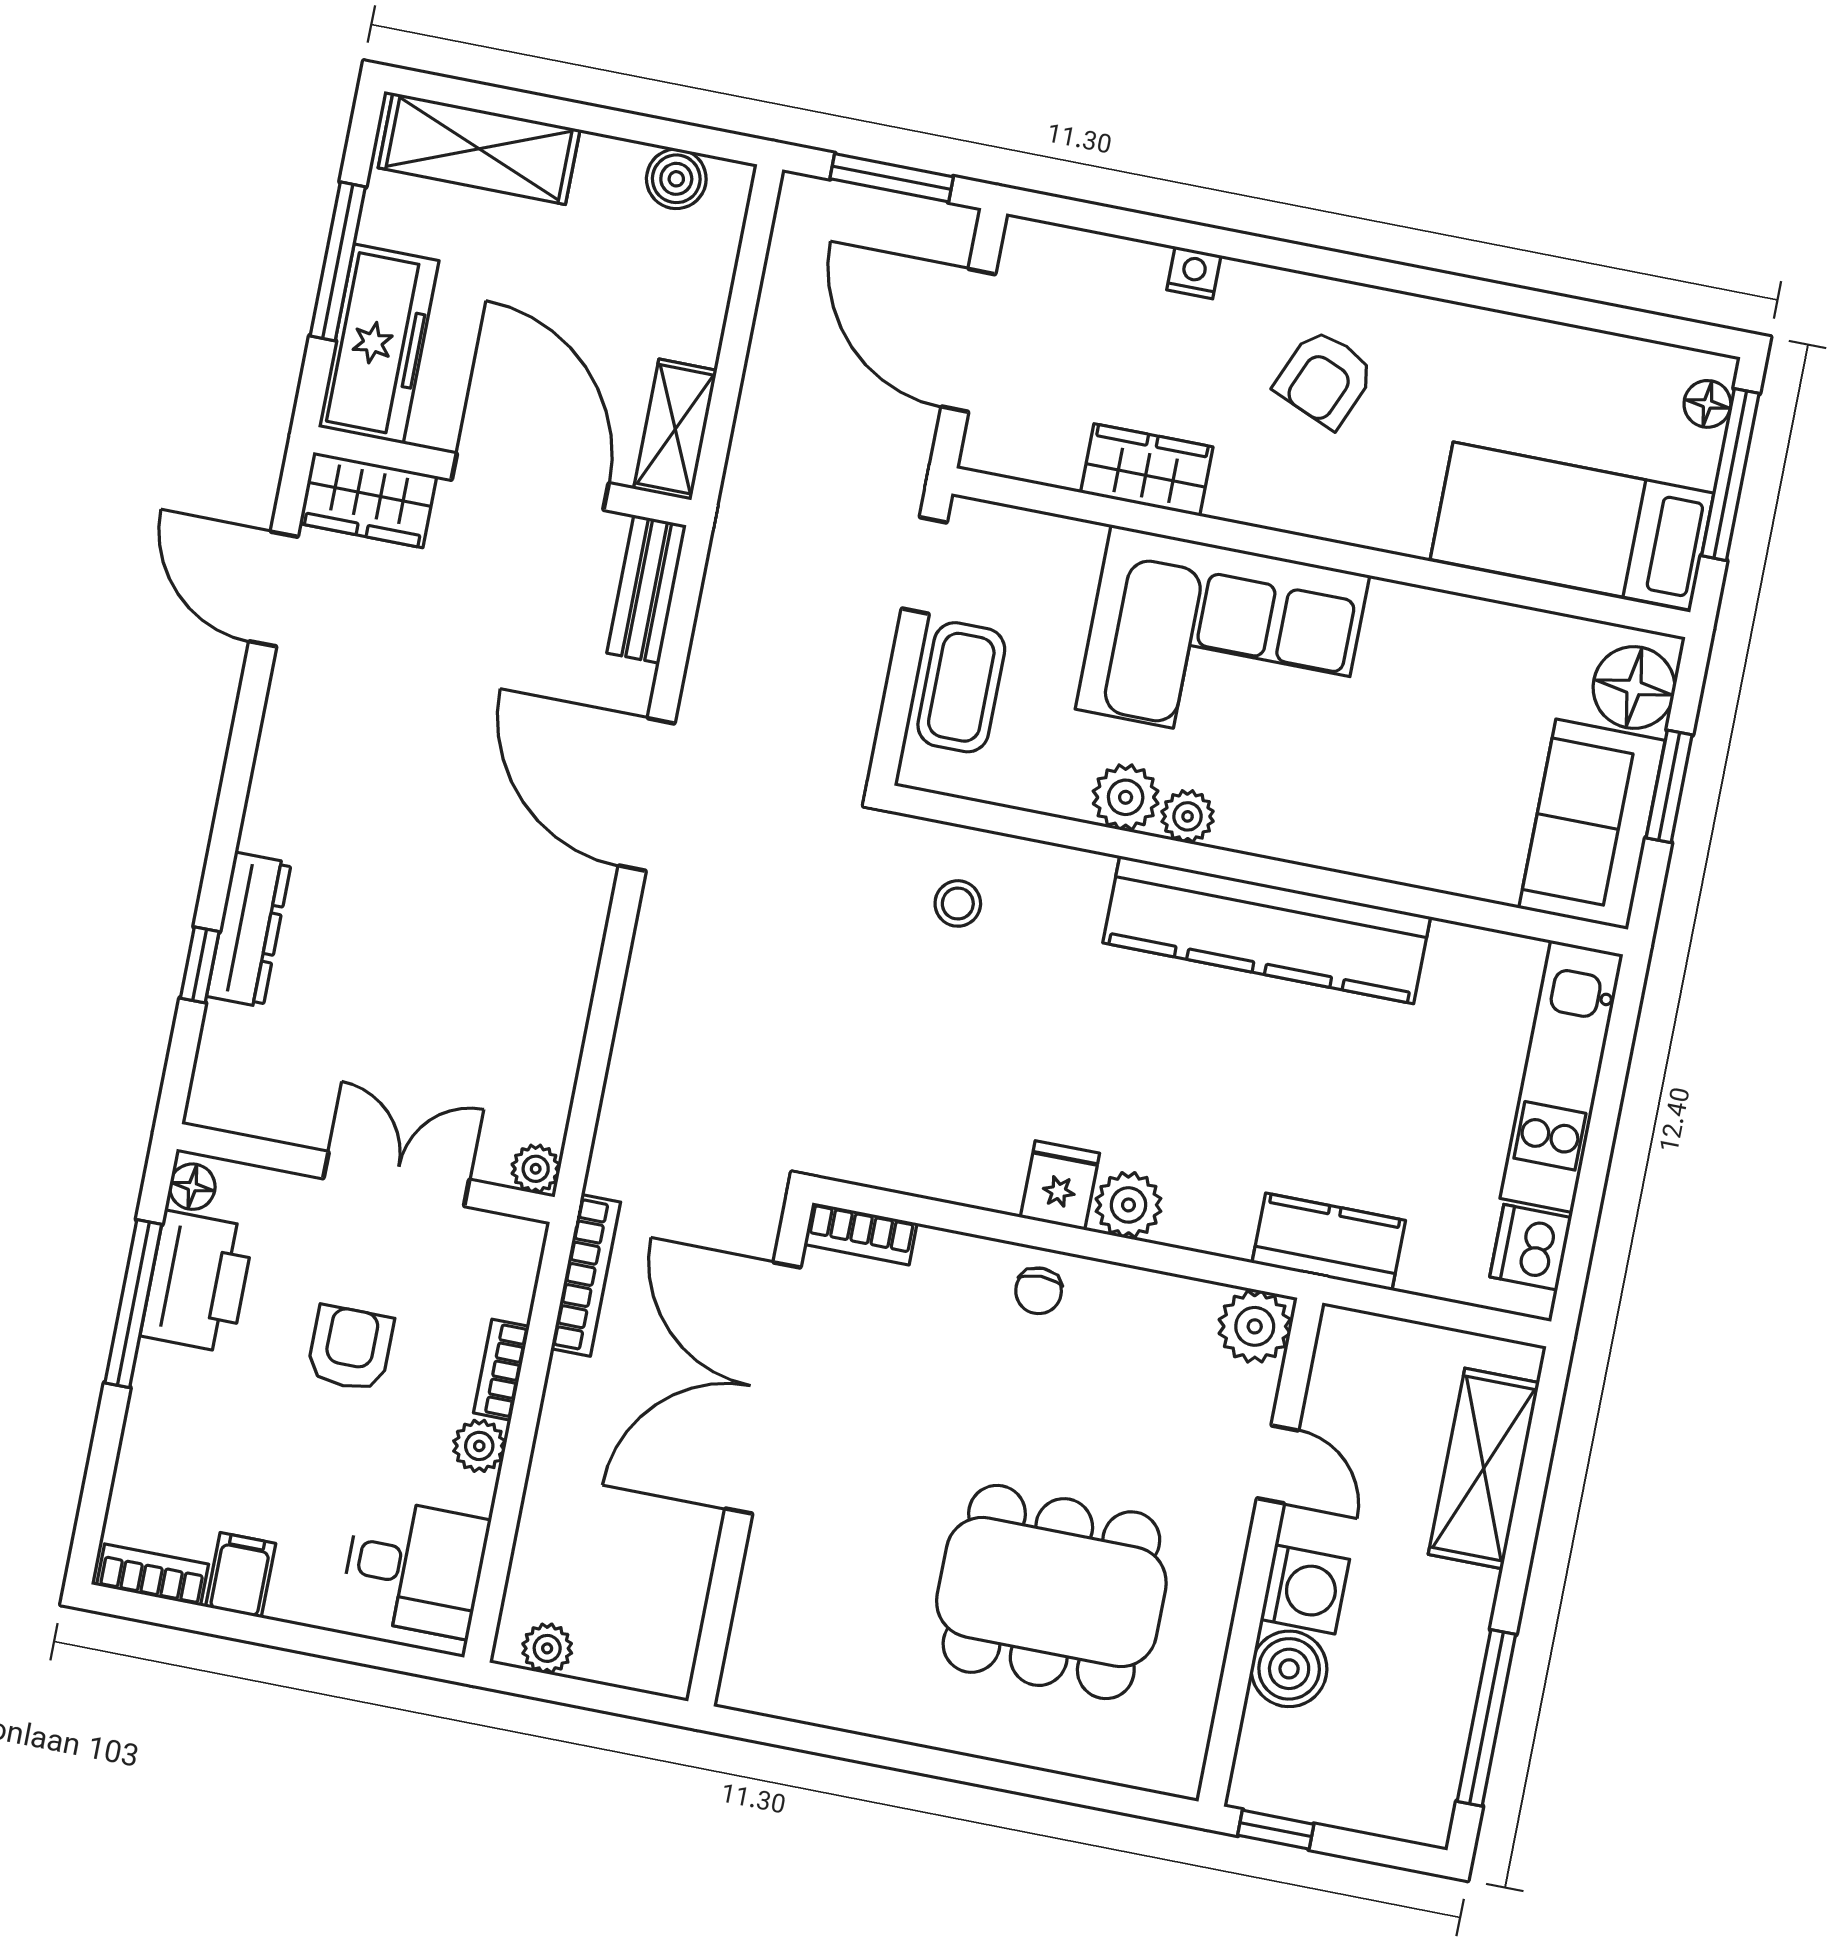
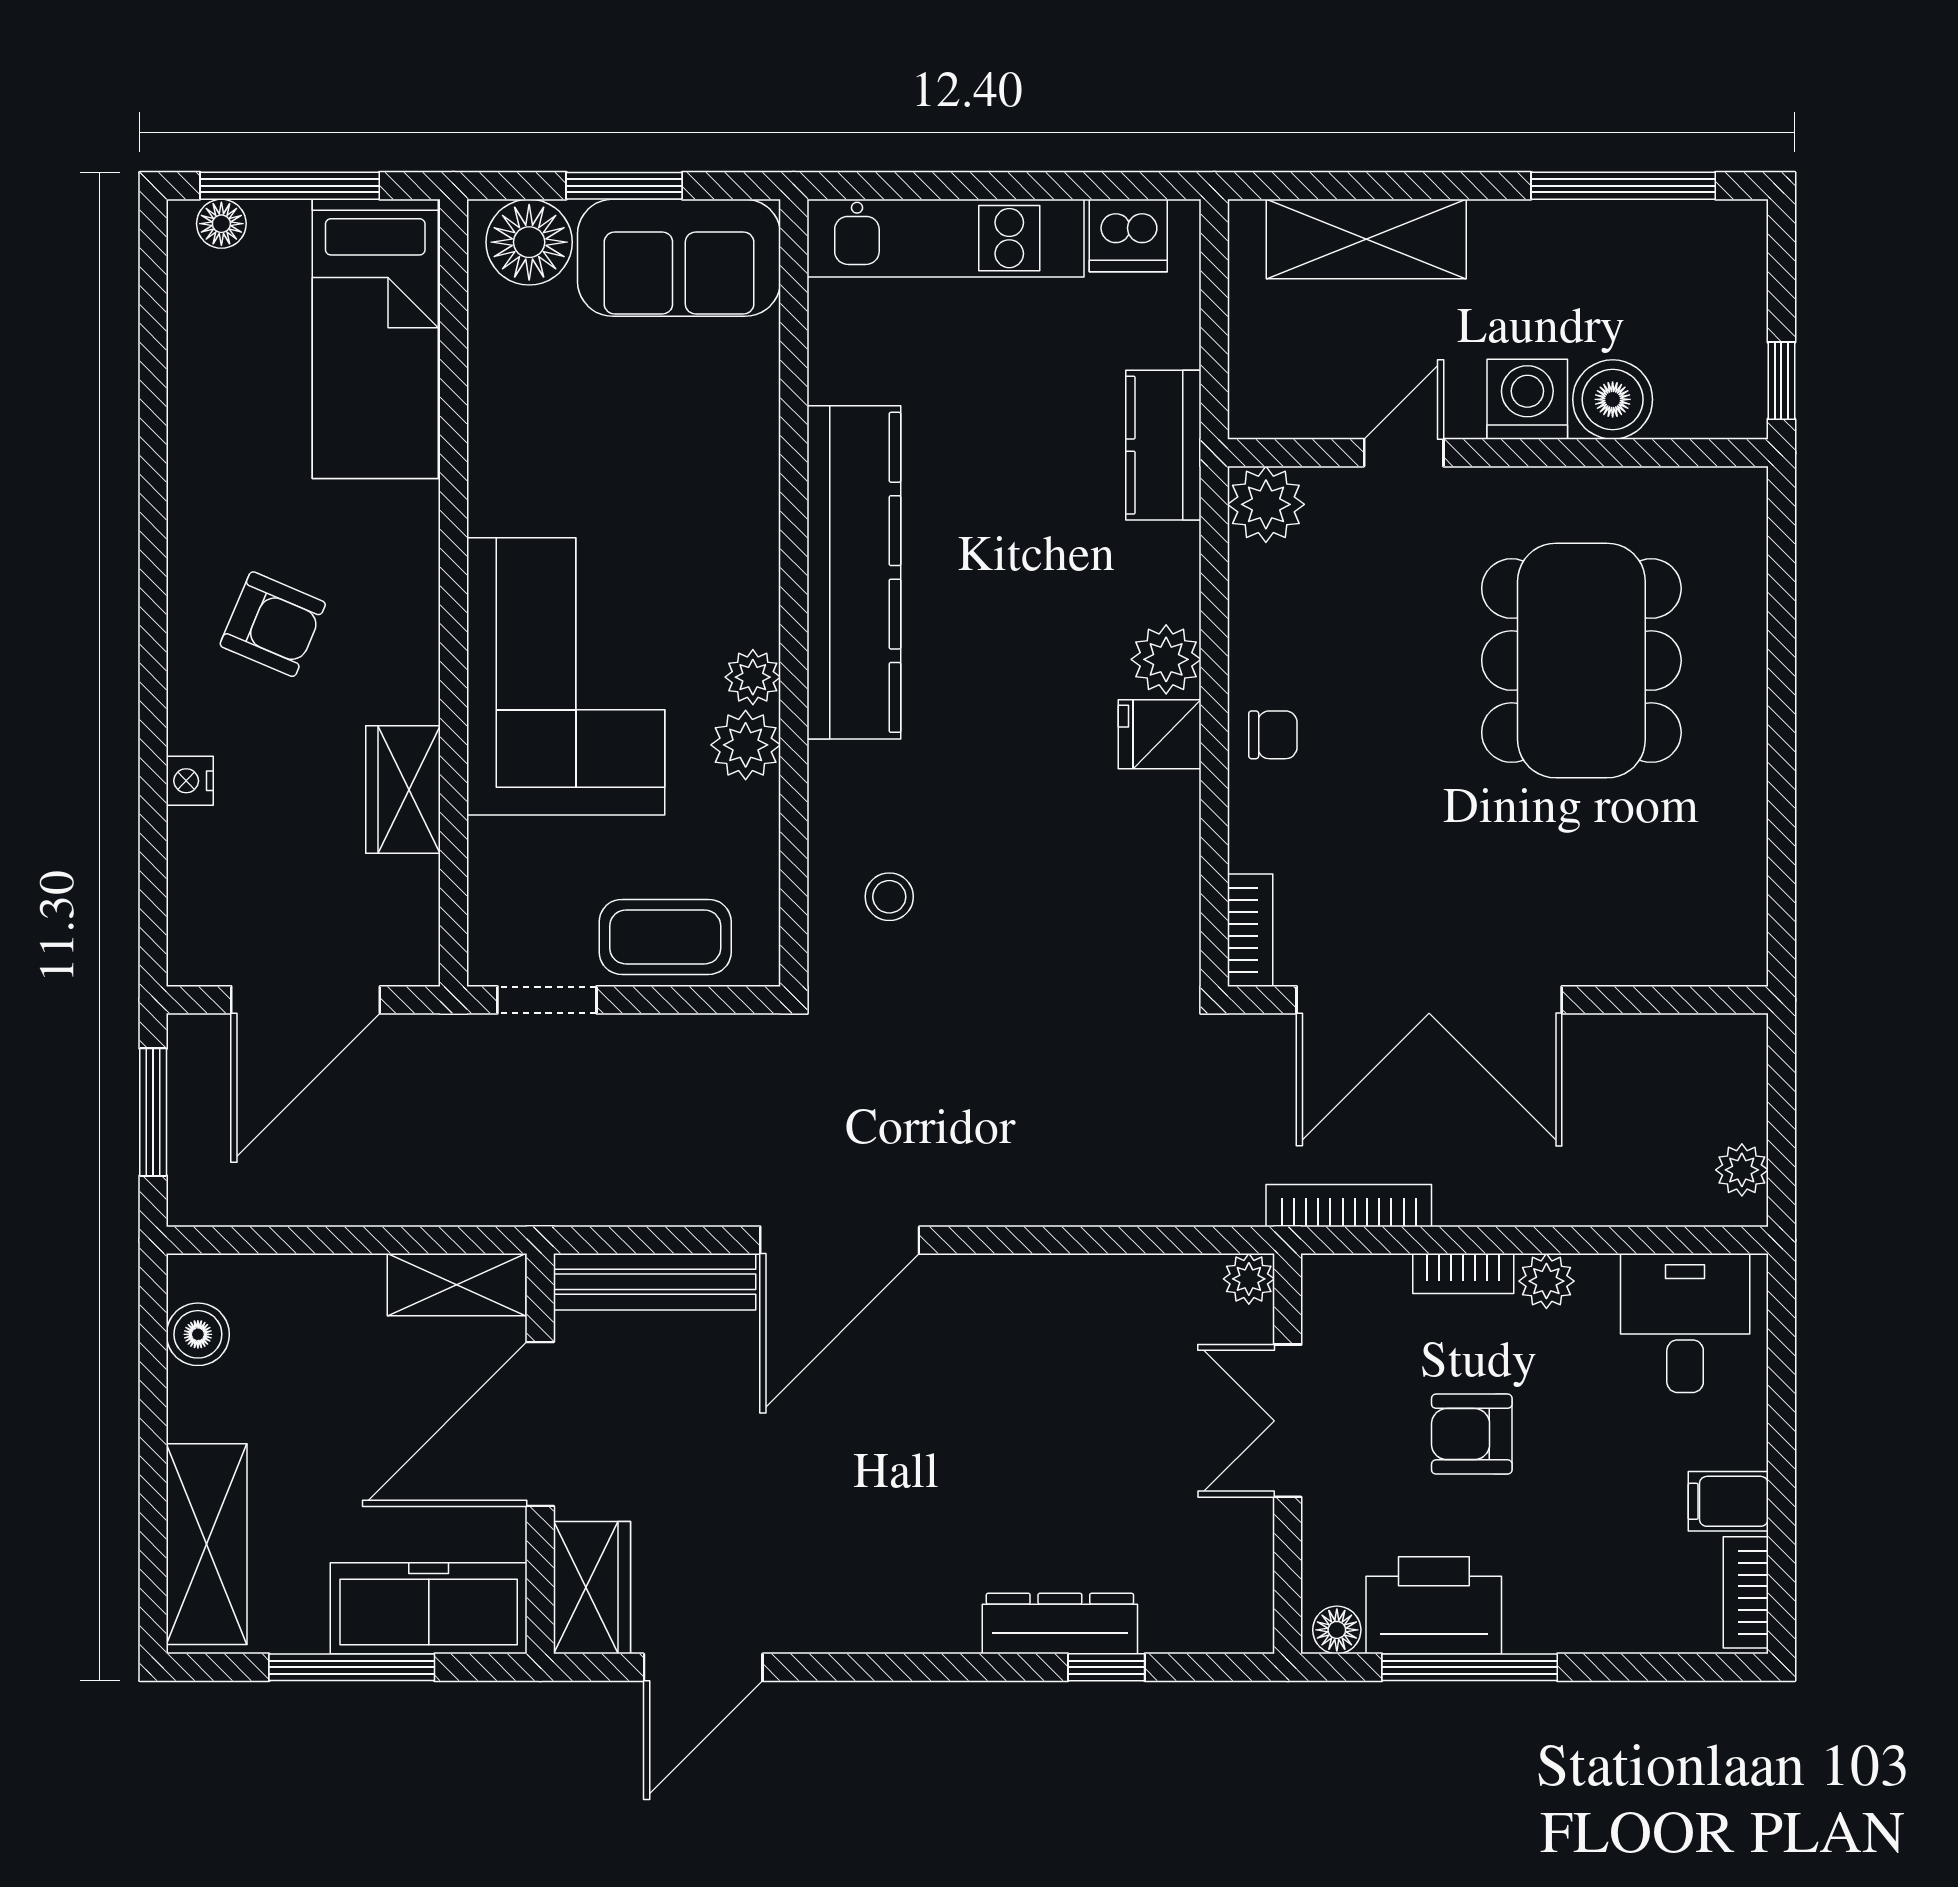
bench: (647, 589) -> (655, 1282), width x1.36

